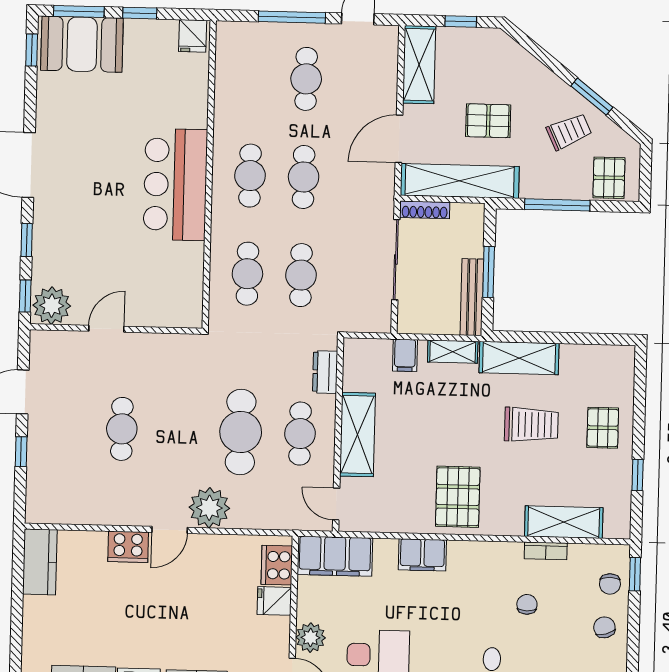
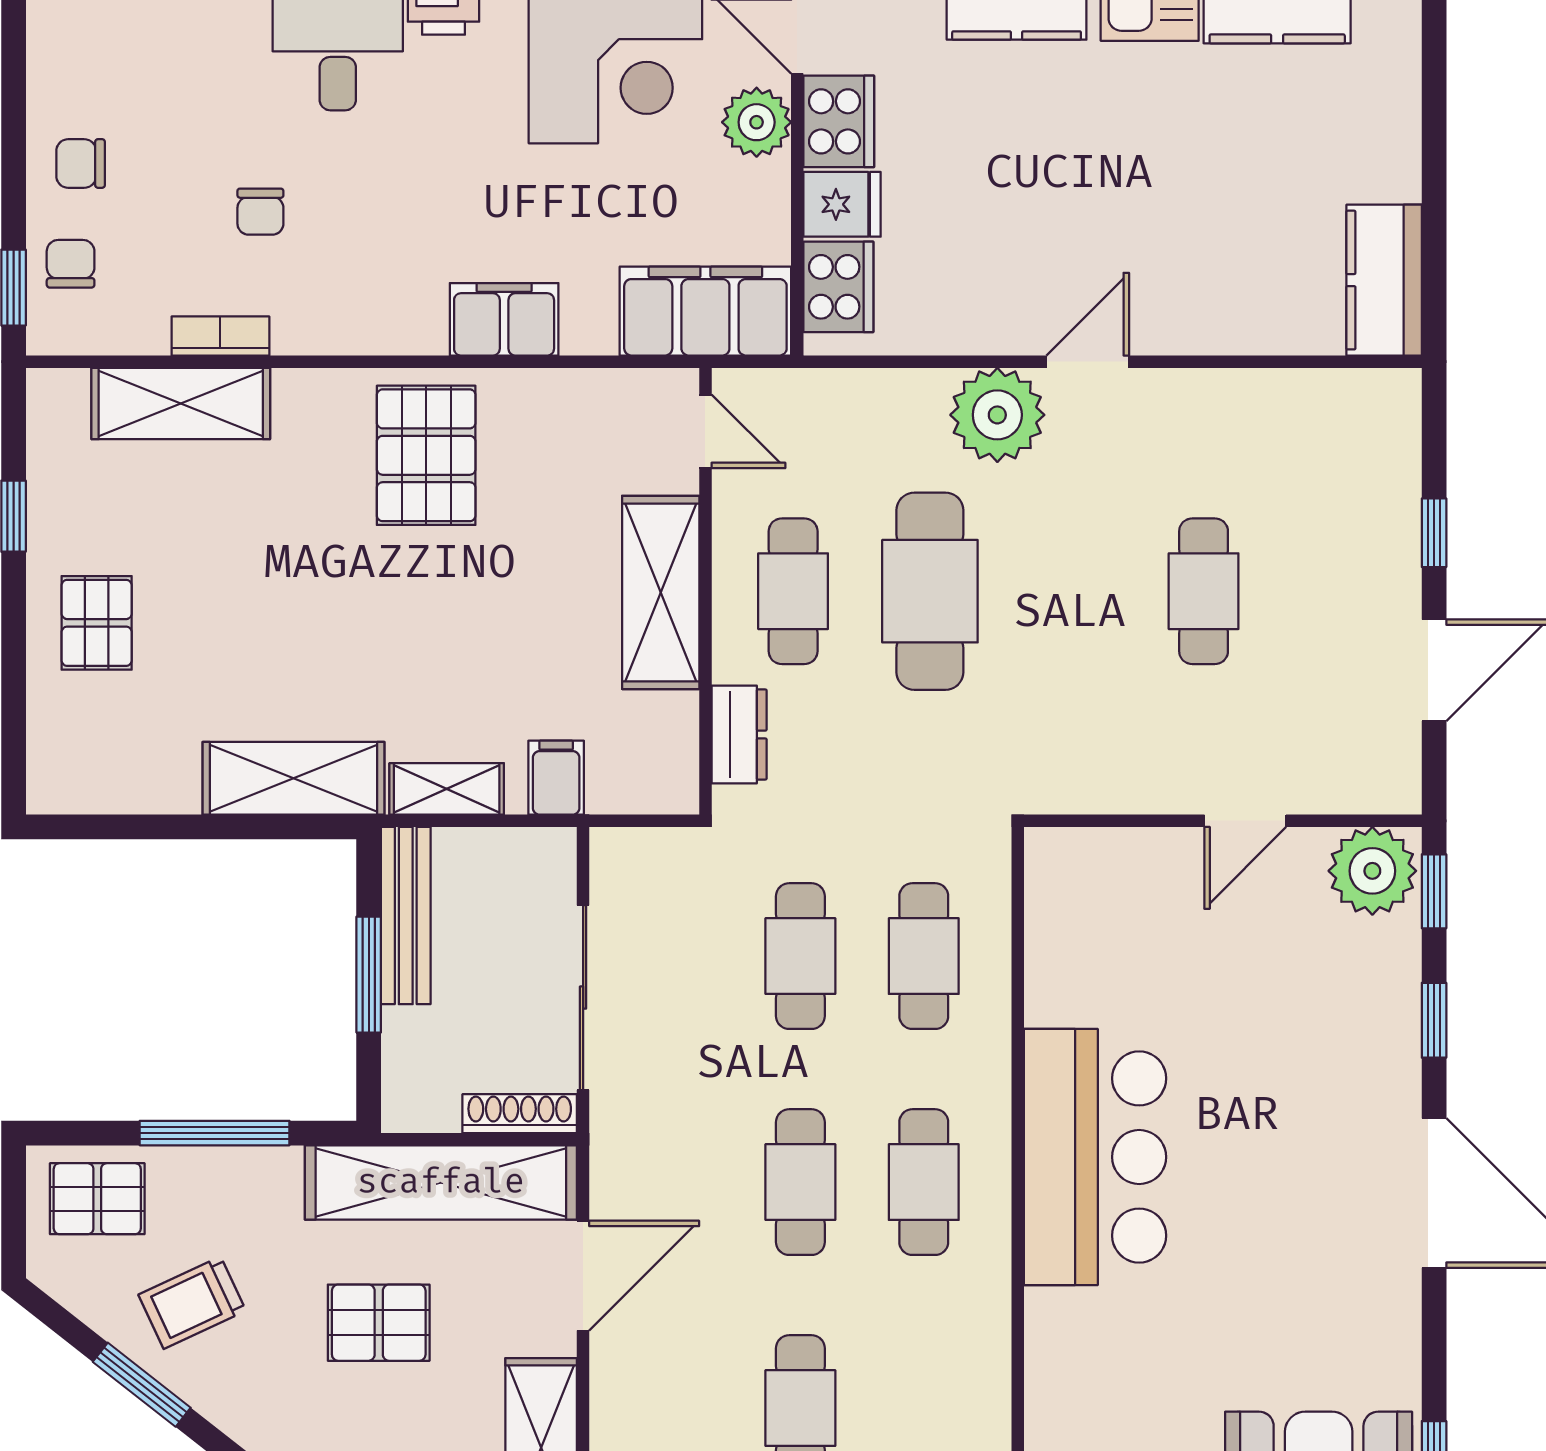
pallet: (609, 178) -> (97, 1199), turned 90
trolley: (531, 425) -> (261, 626), removed
cooker: (128, 547) -> (839, 121), moved, turned 90
chair: (604, 627) -> (81, 163), turned 106

